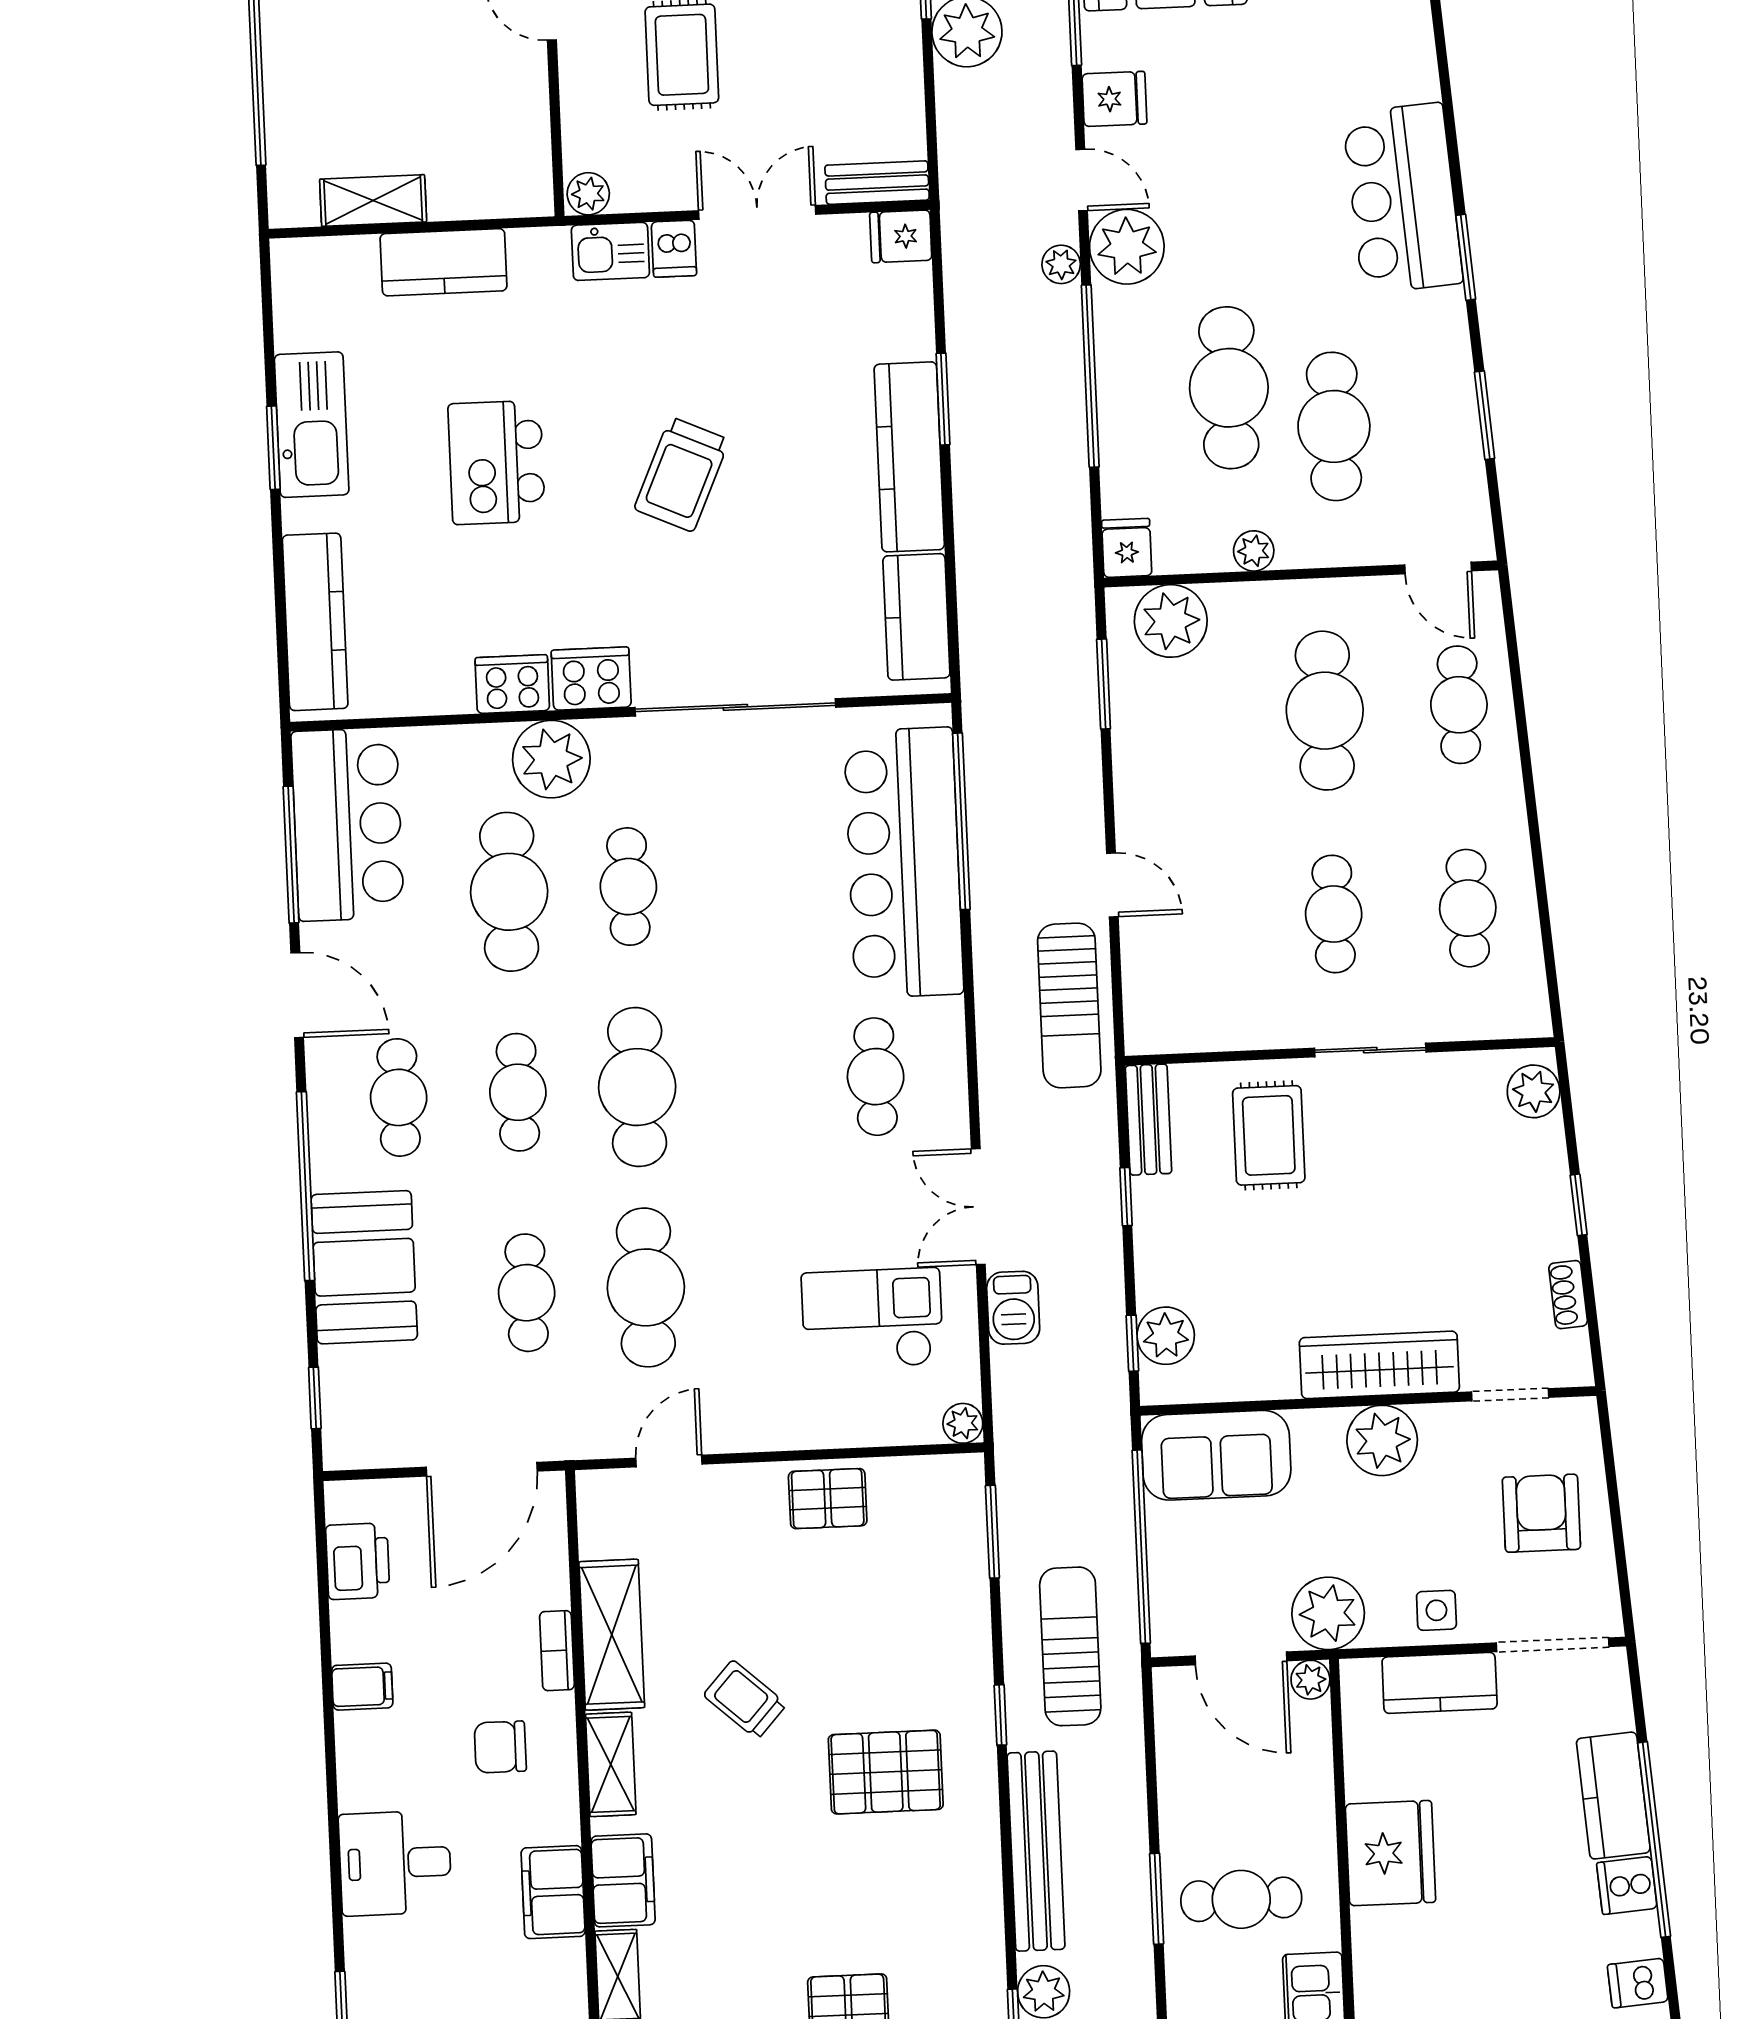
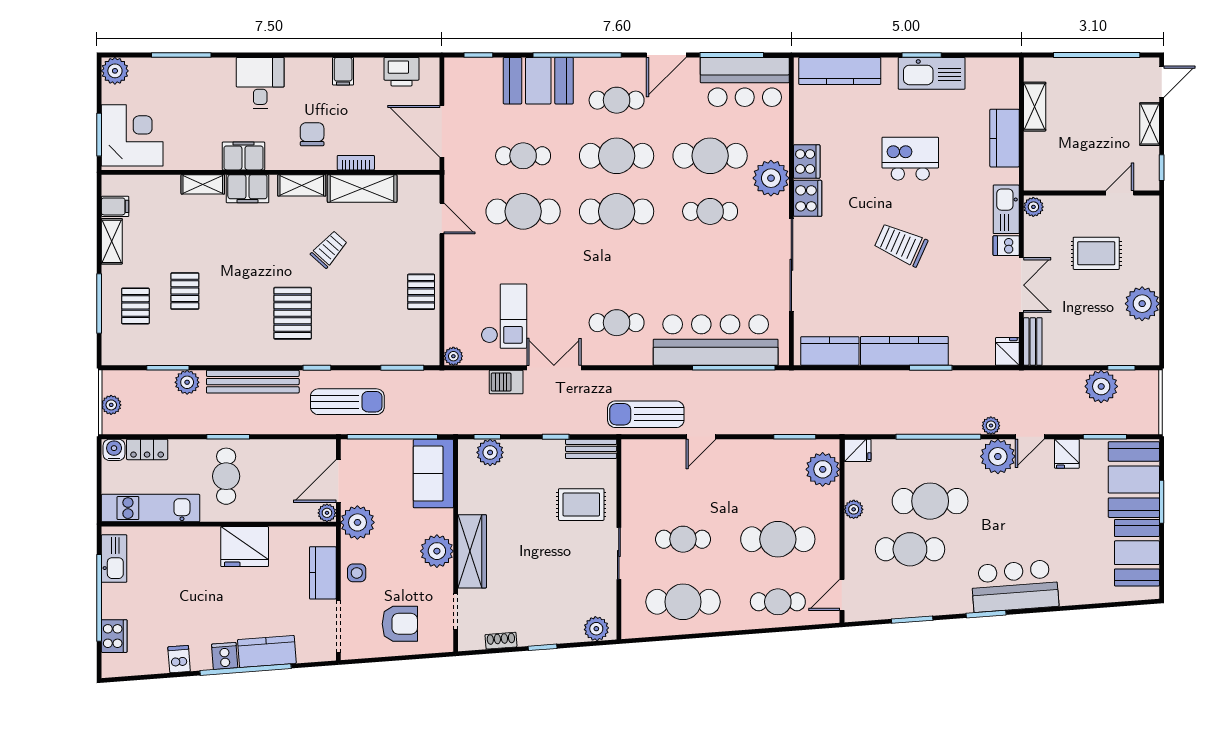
kitchen sink: (610, 251) -> (1006, 209), width x1.38
cafe table: (1468, 908) -> (683, 602), width x1.37, depth x1.35
cafe table: (518, 1092) -> (617, 156), width x1.37, depth x1.35

